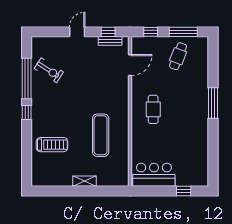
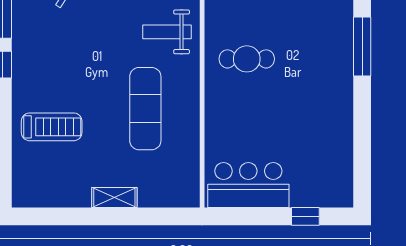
weight bench: (112, 95) -> (167, 32), added
cafe table: (153, 109) -> (247, 59), turned 90

